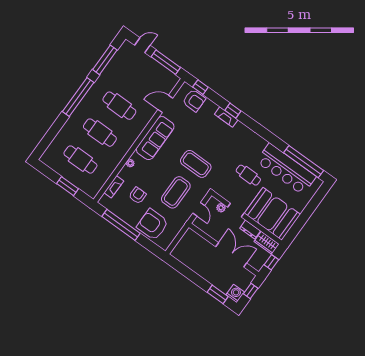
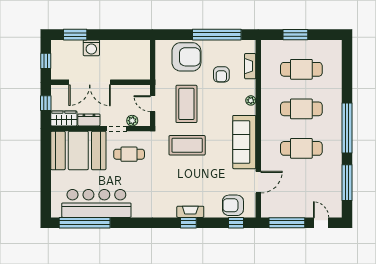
door: (142, 45) -> (321, 223), swing flipped
cafe table: (248, 175) -> (129, 154), moved
washing machine: (235, 293) -> (91, 48), moved

